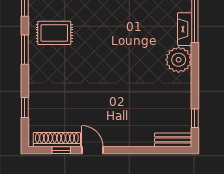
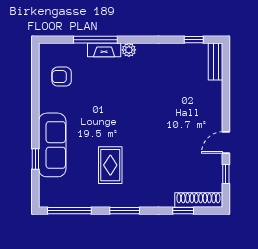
rug: (54, 33) -> (110, 165), moved
plant: (179, 60) -> (129, 50), width x0.53, depth x0.53
shoe rack: (57, 140) -> (198, 200), moved, turned 90

